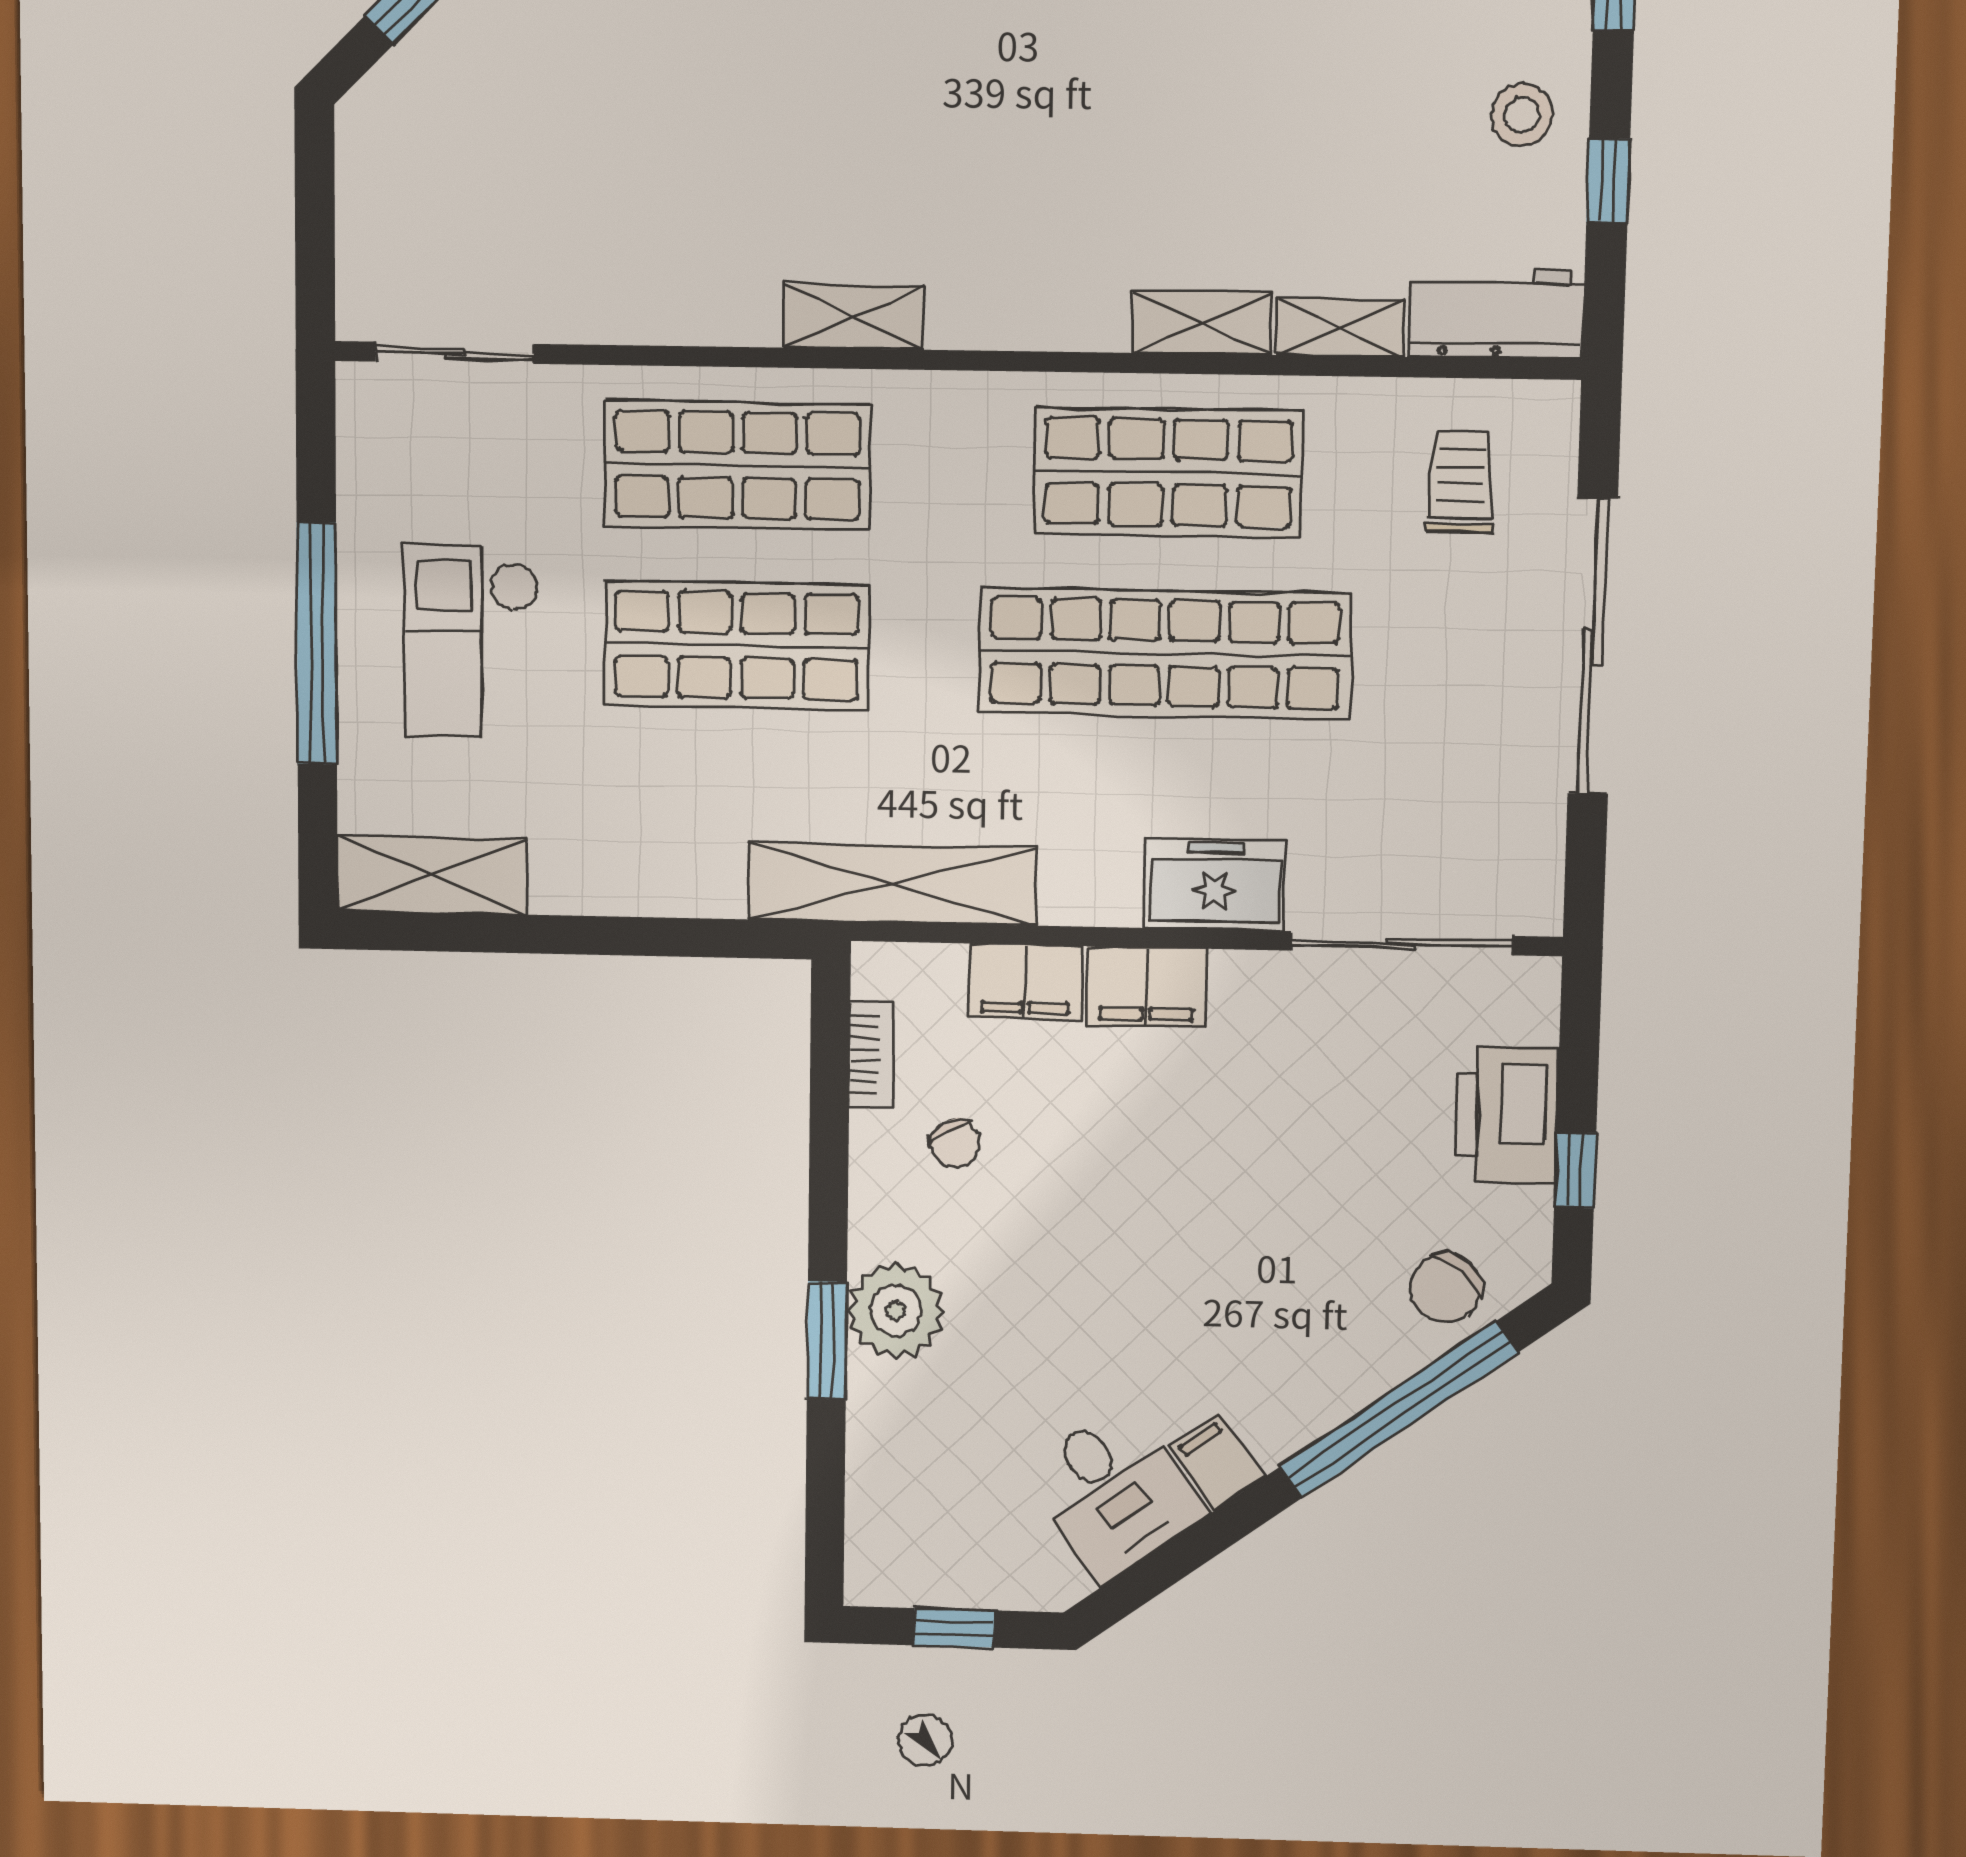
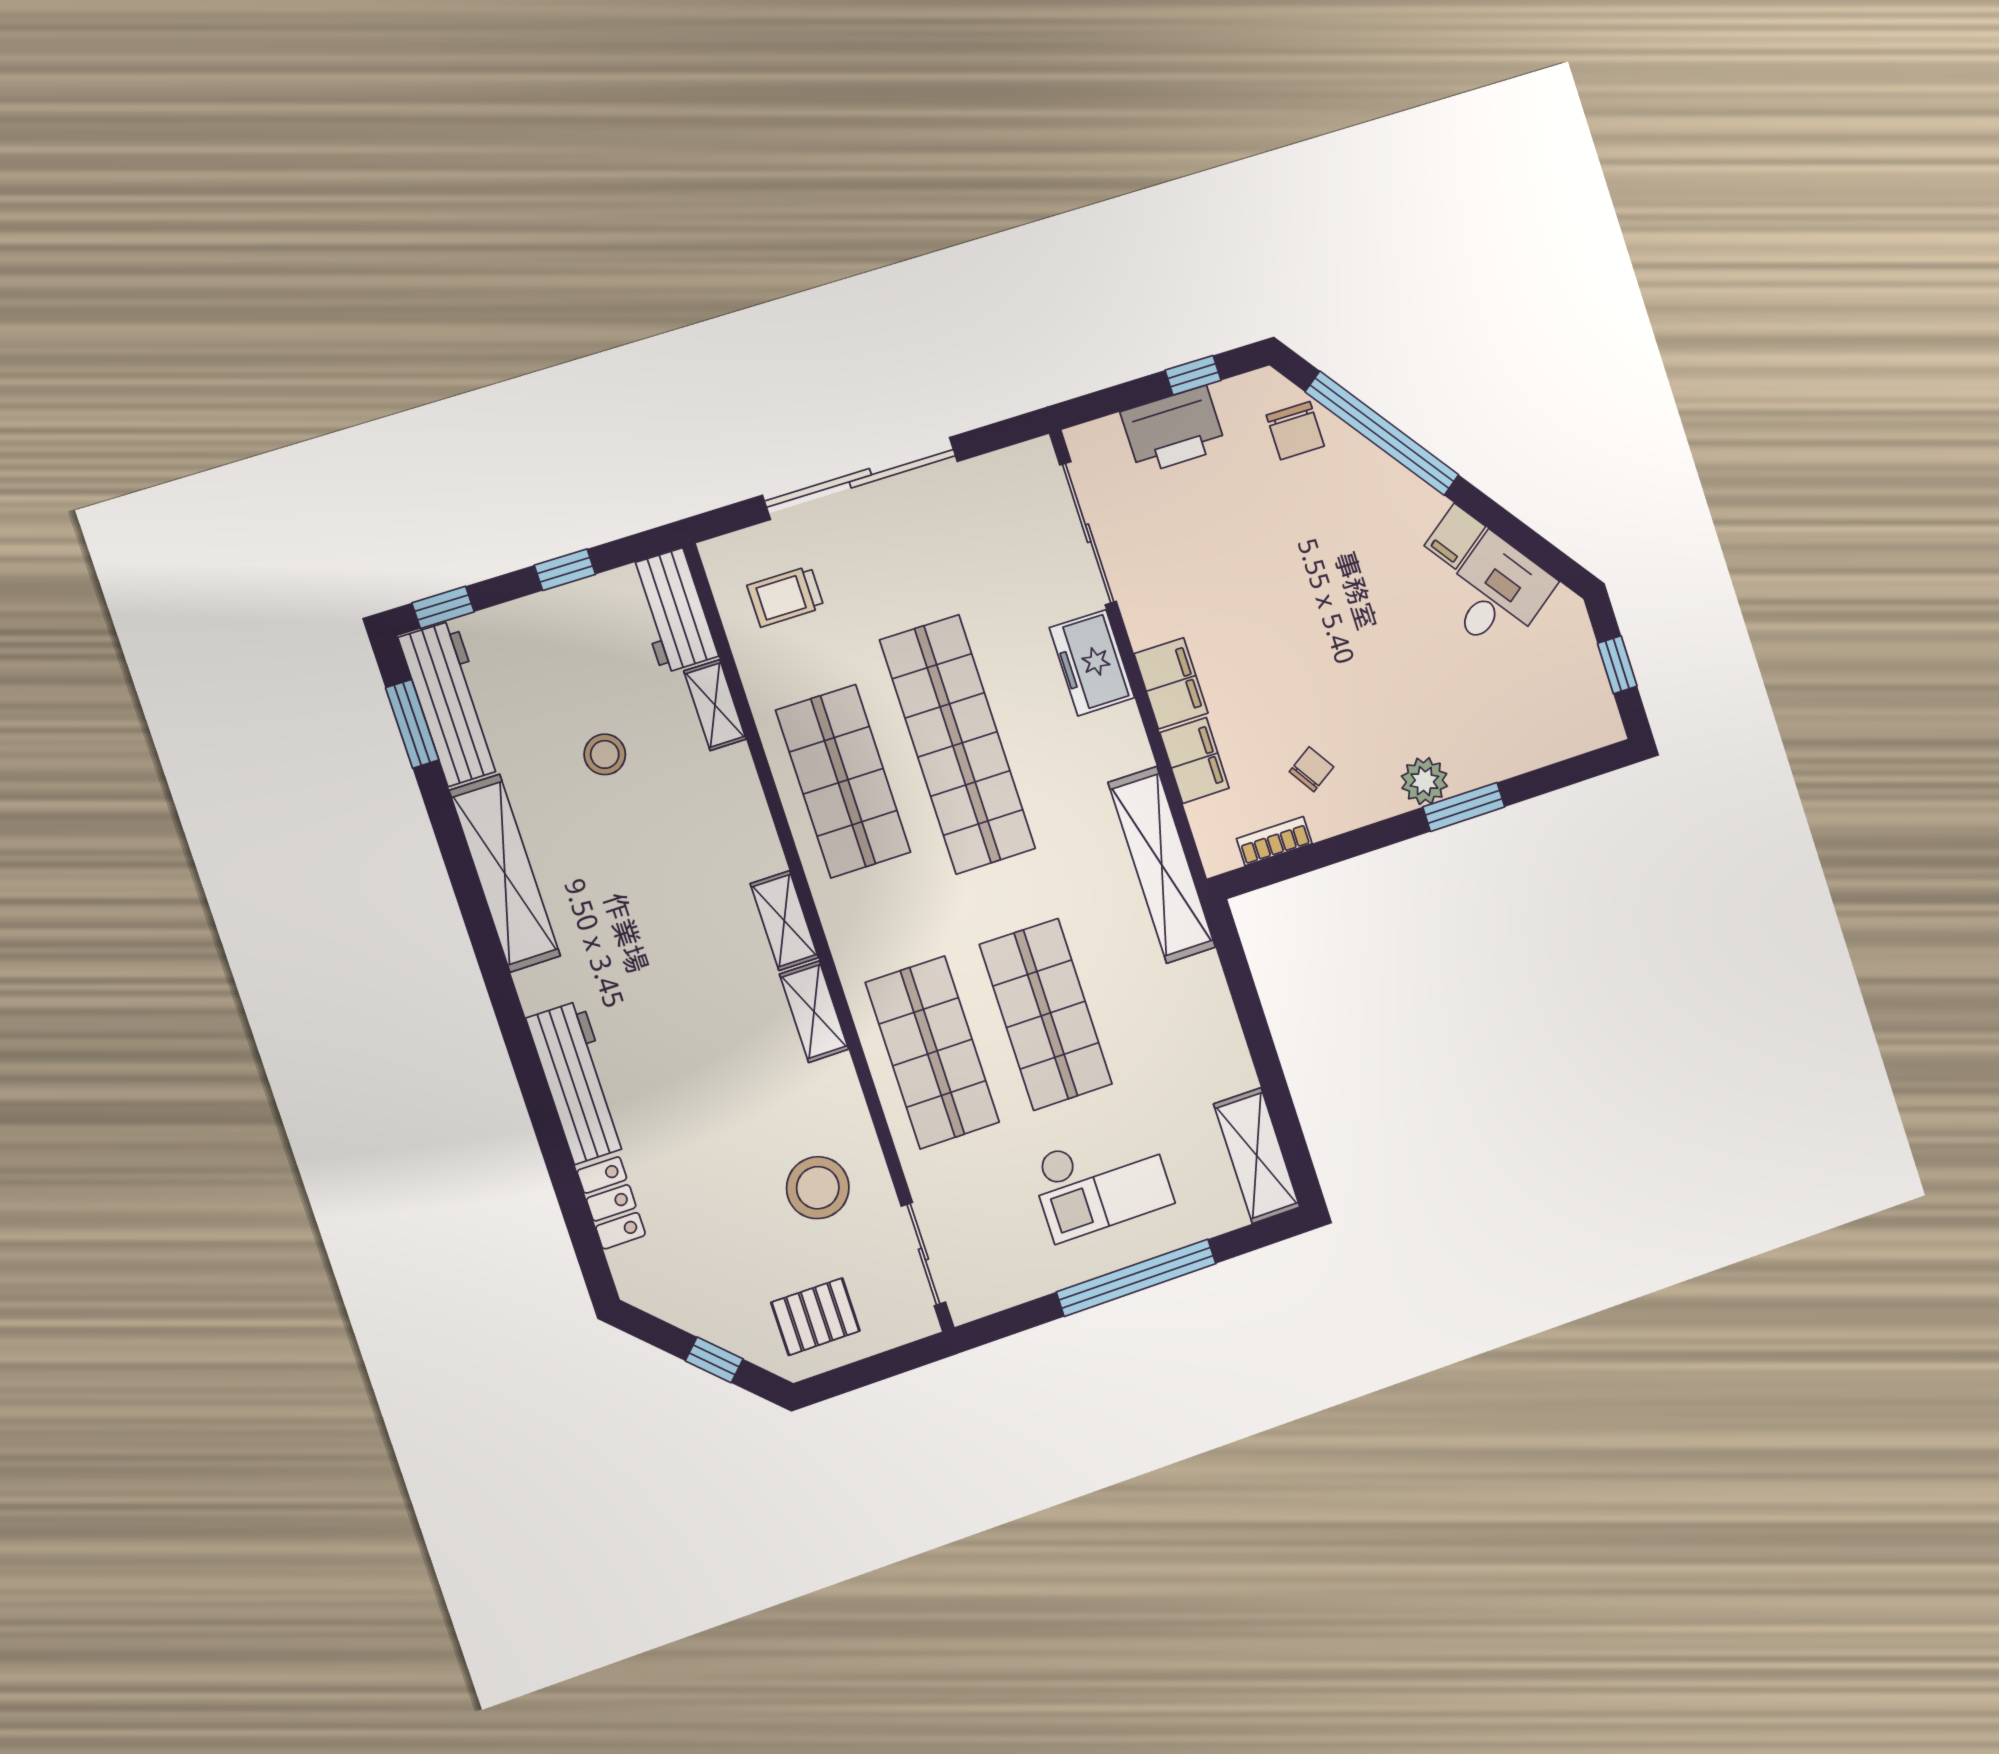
stool: (1522, 115) -> (605, 754), moved
pallet: (418, 168) -> (816, 1317), added
stool: (601, 235) -> (818, 1188), added
shelving: (1202, 323) -> (784, 921), moved
chair: (1446, 1288) -> (1295, 431), turned 49
plant: (896, 1311) -> (1424, 781), width x0.73, depth x0.73

